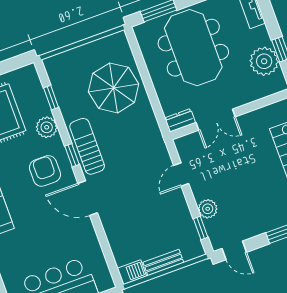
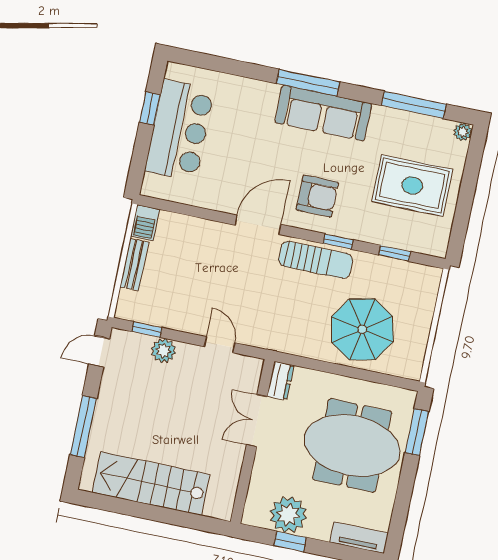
plant: (47, 127) -> (365, 228), removed
window: (72, 155) -> (338, 242), moved

